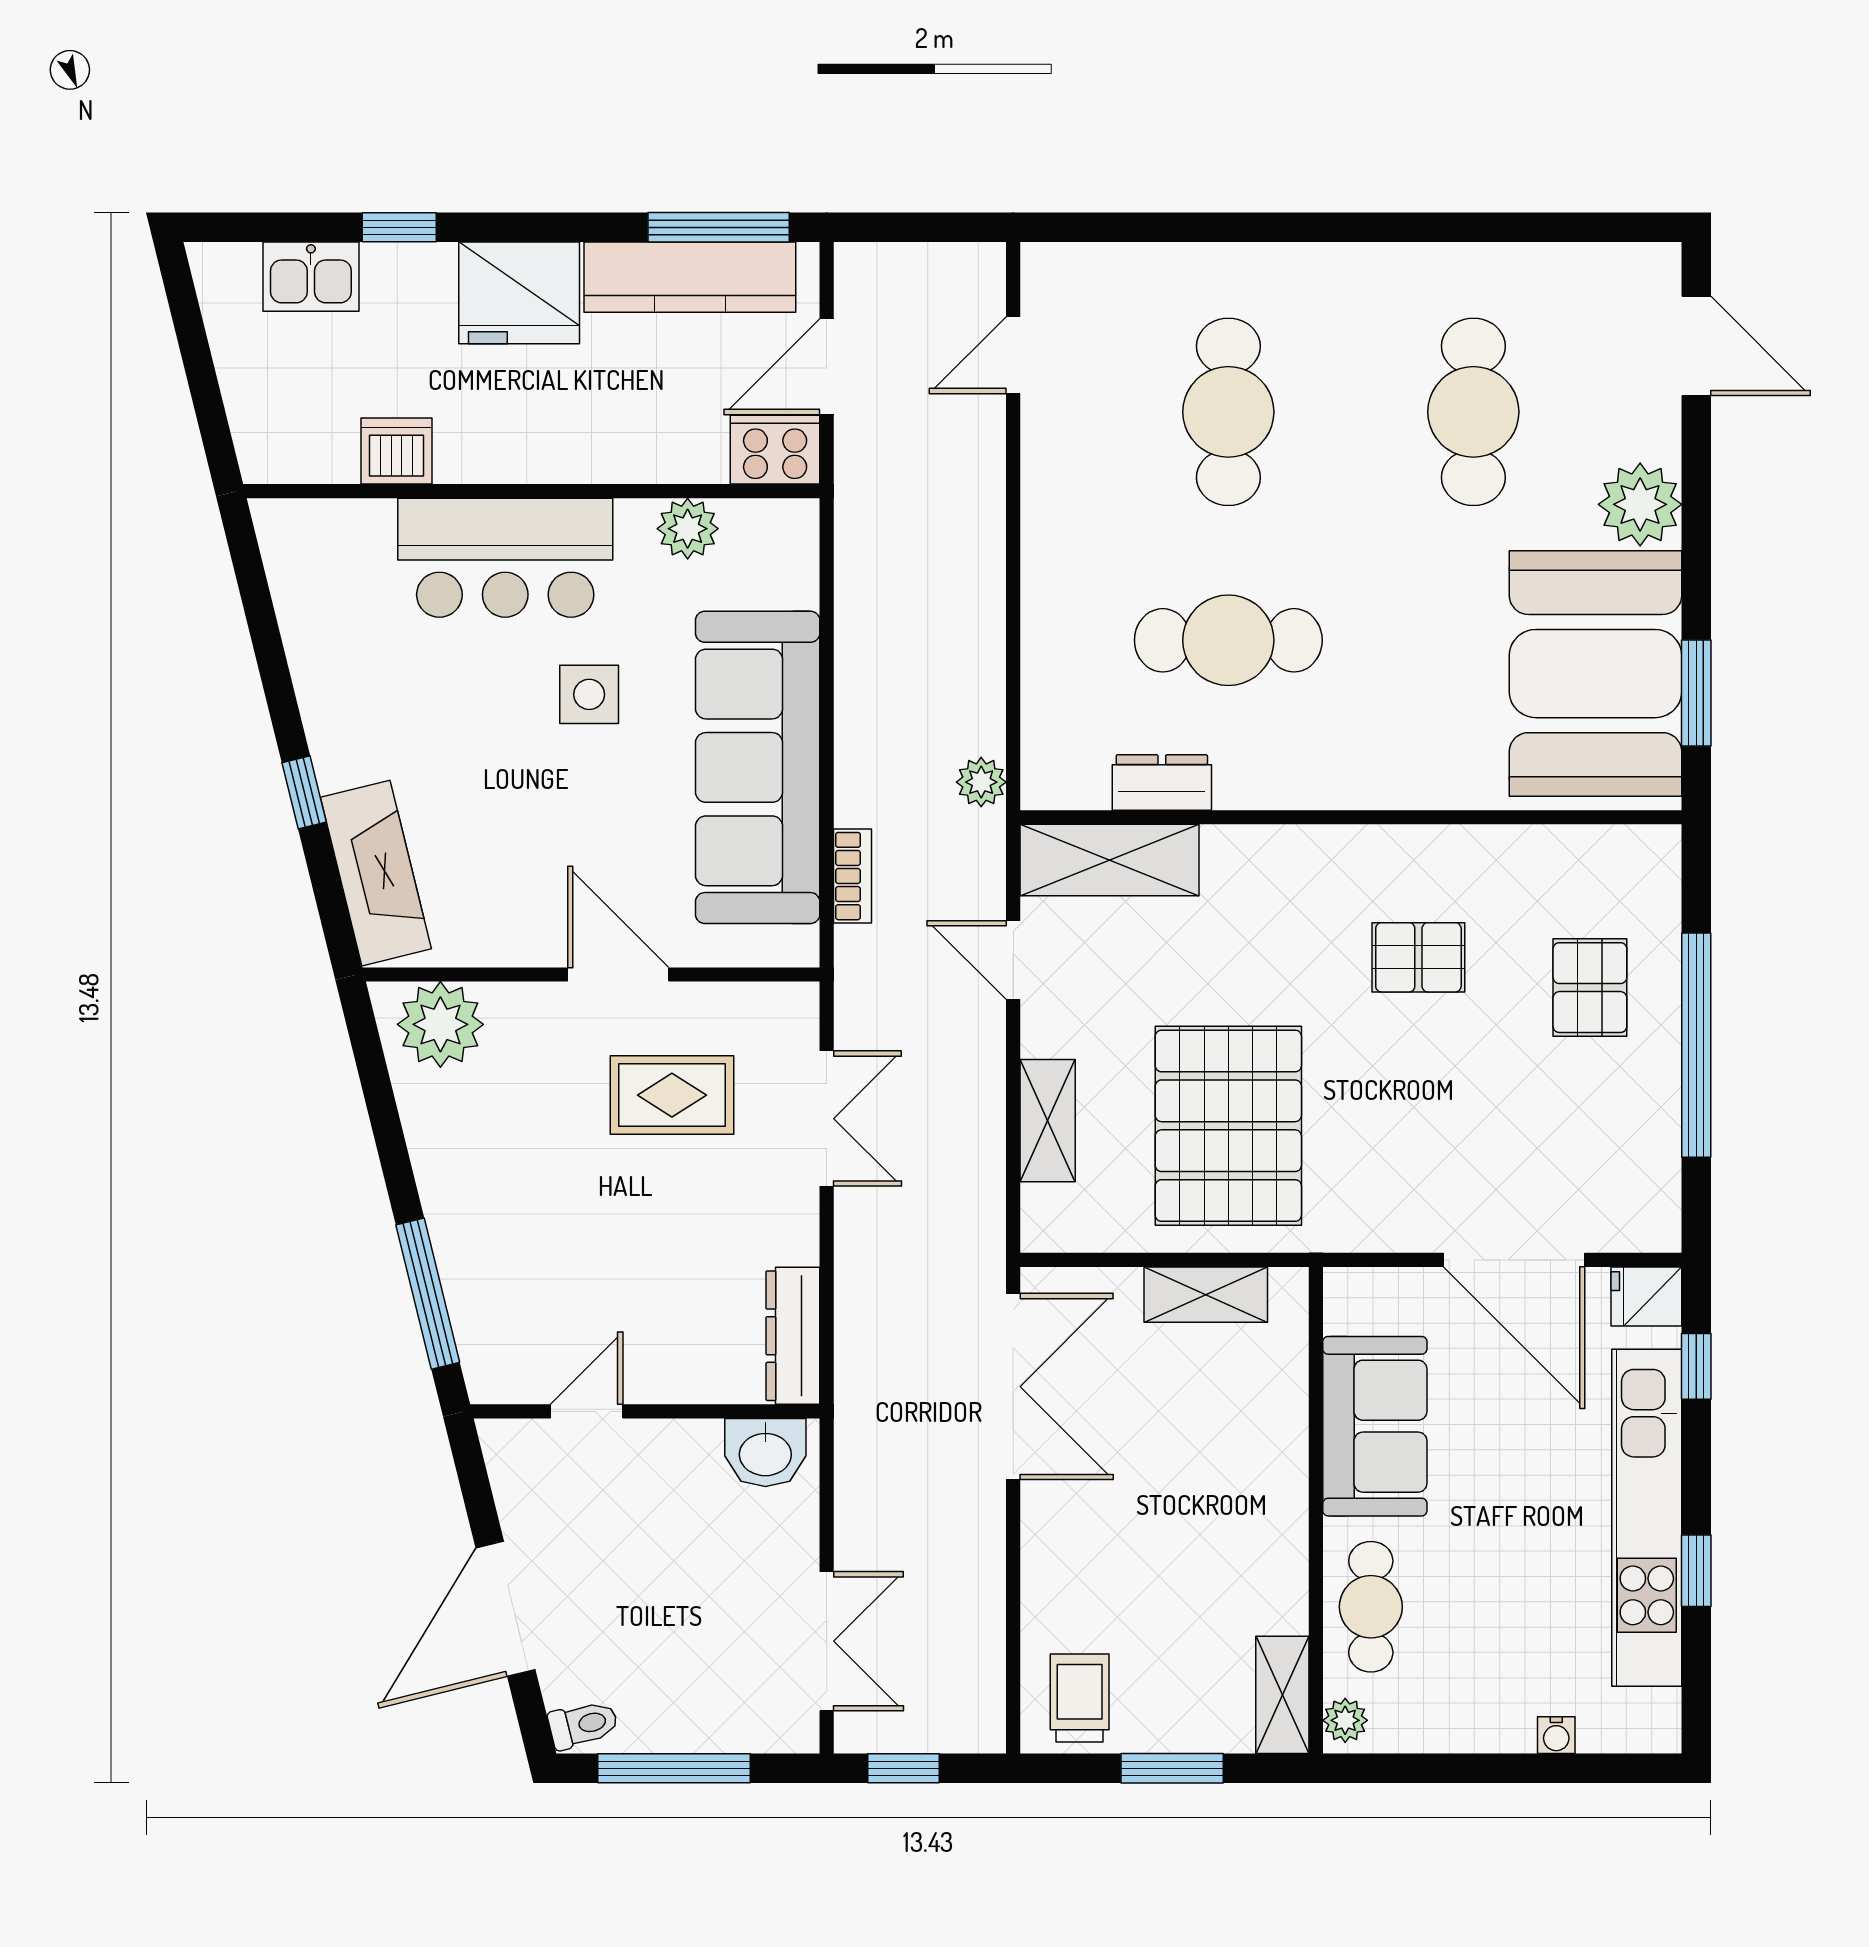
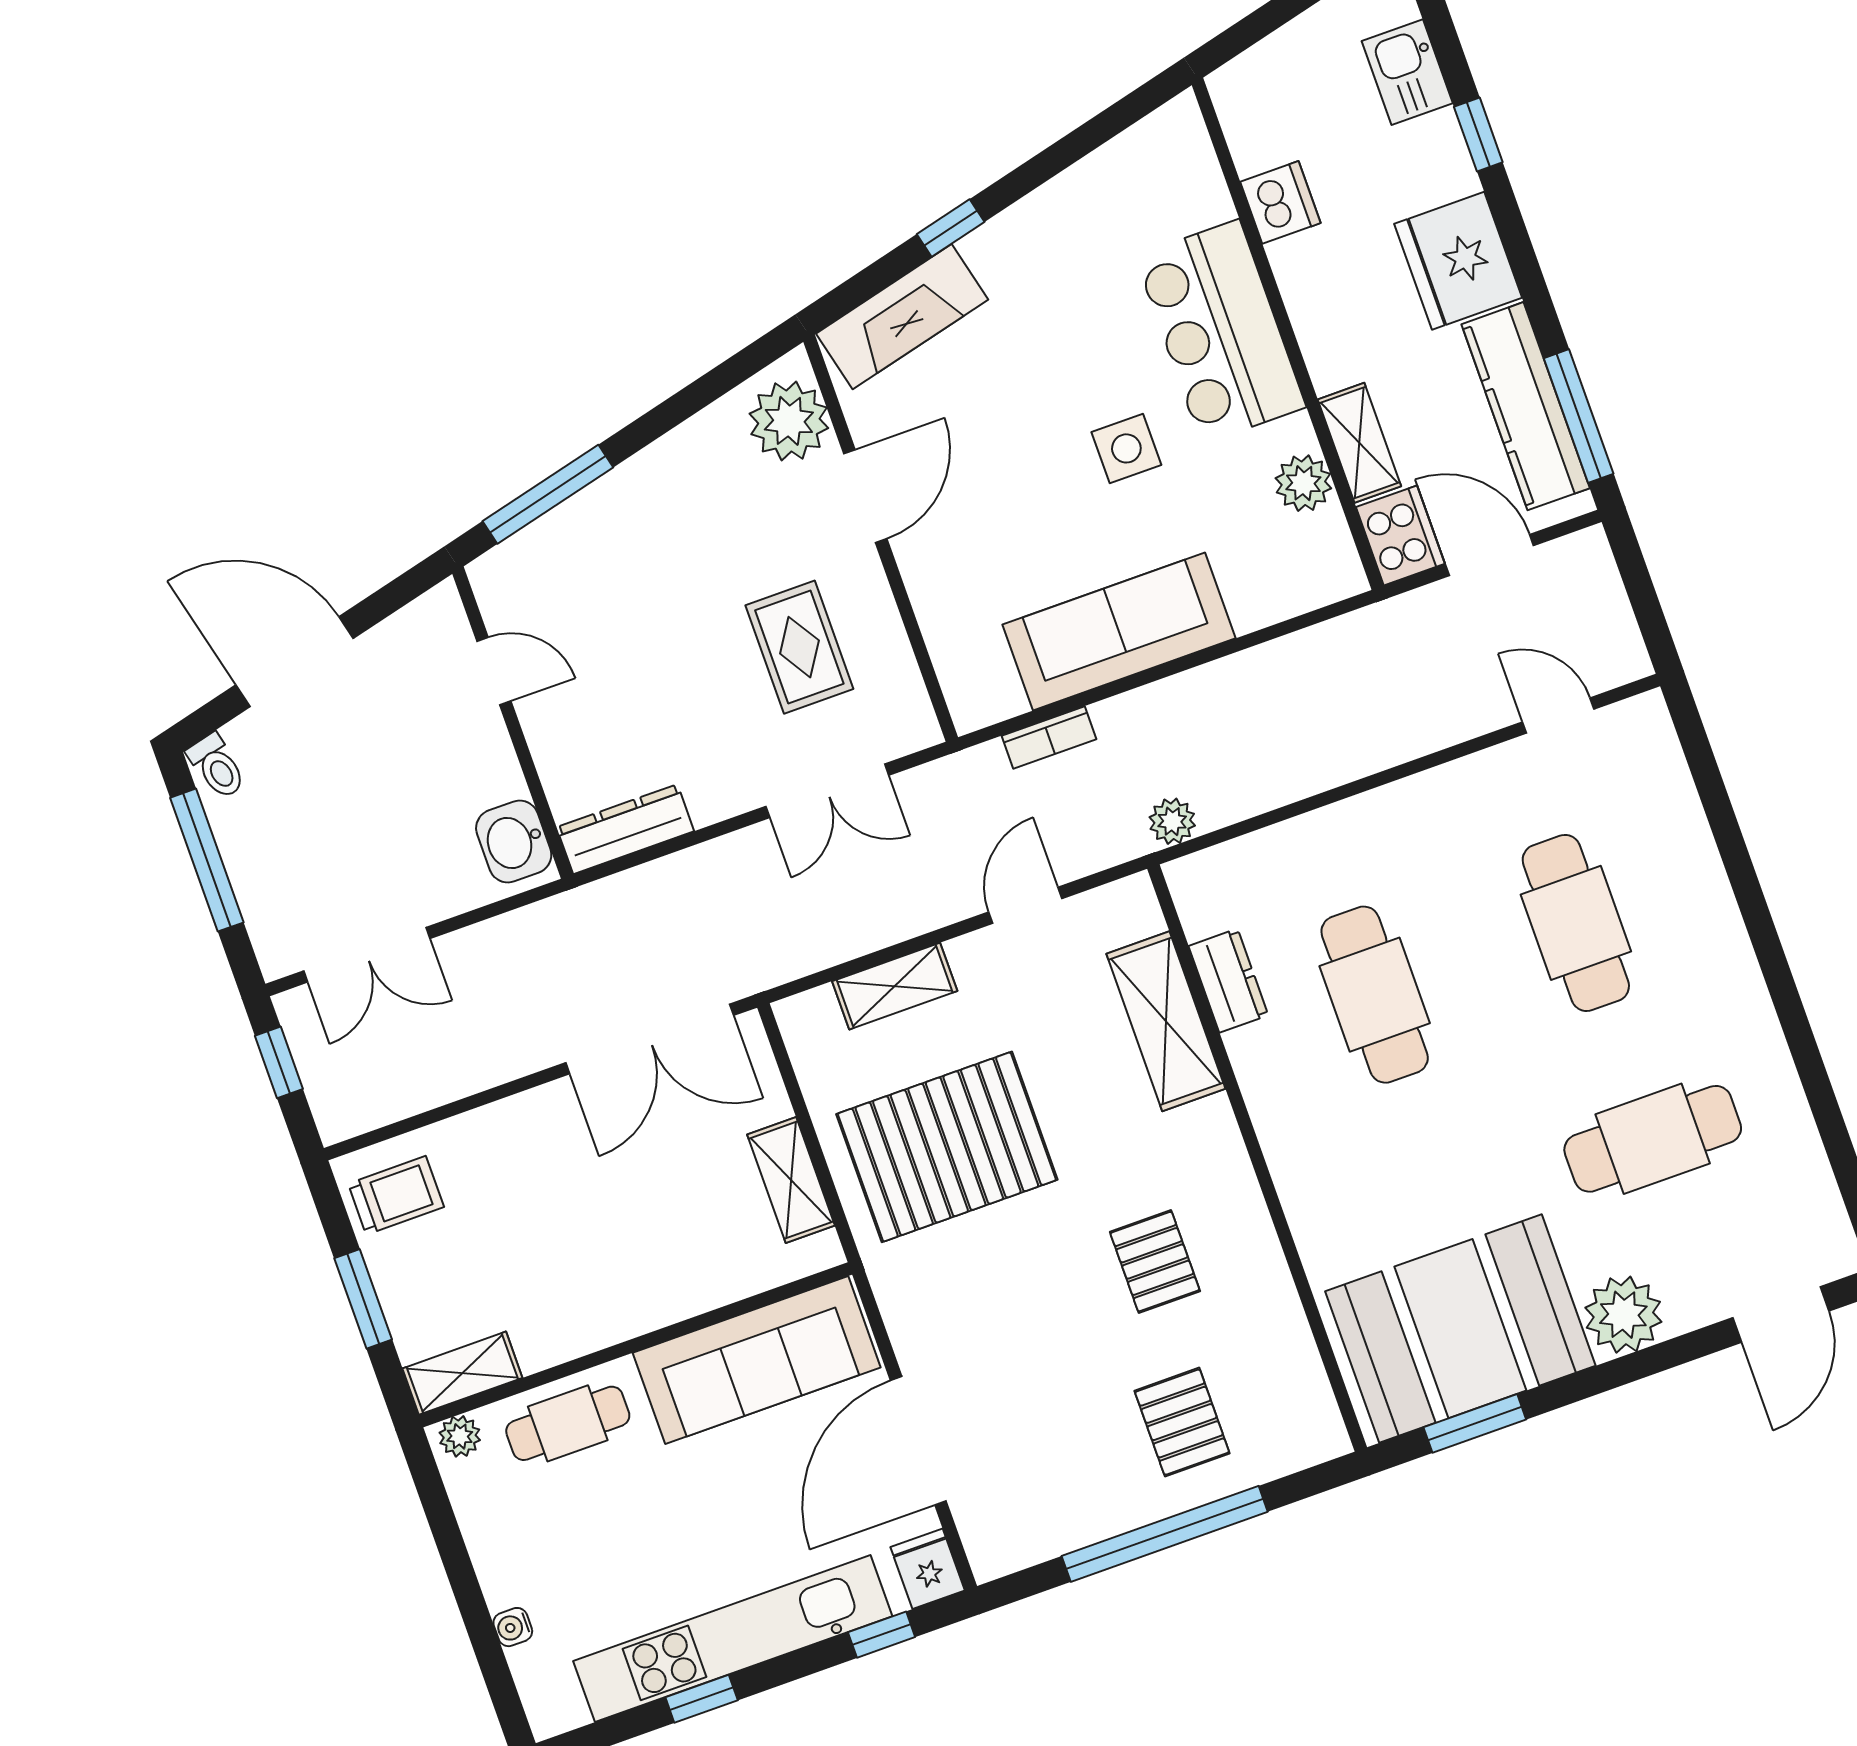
cafe table: (1228, 412) -> (1576, 923), turned 90
shelving: (667, 458) -> (1359, 443), added
sofa: (758, 767) -> (1119, 631), width x0.74, depth x0.79
shelving: (1109, 860) -> (1166, 1021), moved
door: (618, 975) -> (865, 496), moved
pallet: (1590, 988) -> (1182, 1422), turned 90
sofa: (1375, 1426) -> (757, 1360), width x1.36

